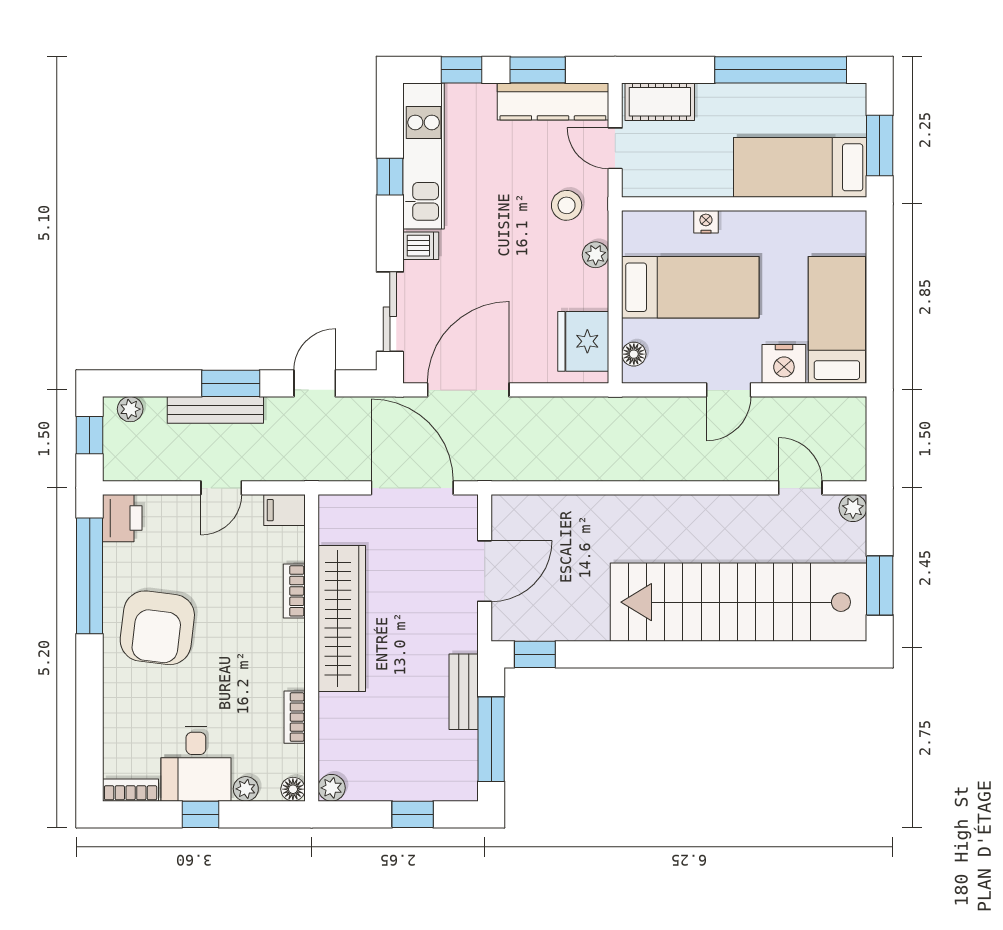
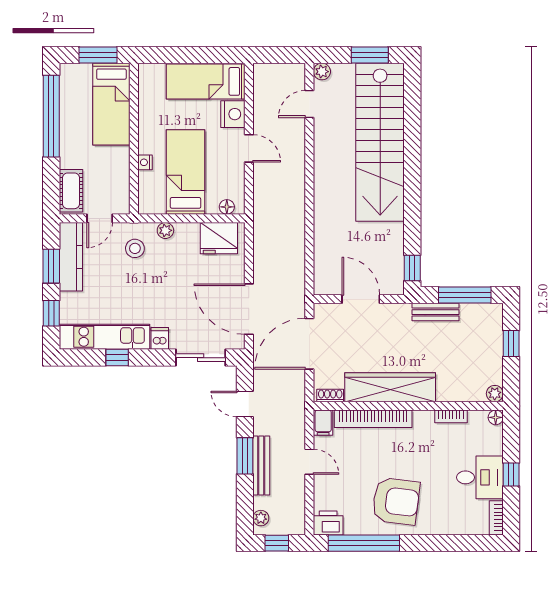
shoe rack: (328, 521) -> (330, 396), added
bookcase: (294, 591) -> (373, 419), width x2.31, depth x1.31
plant: (246, 789) -> (495, 447), removed

